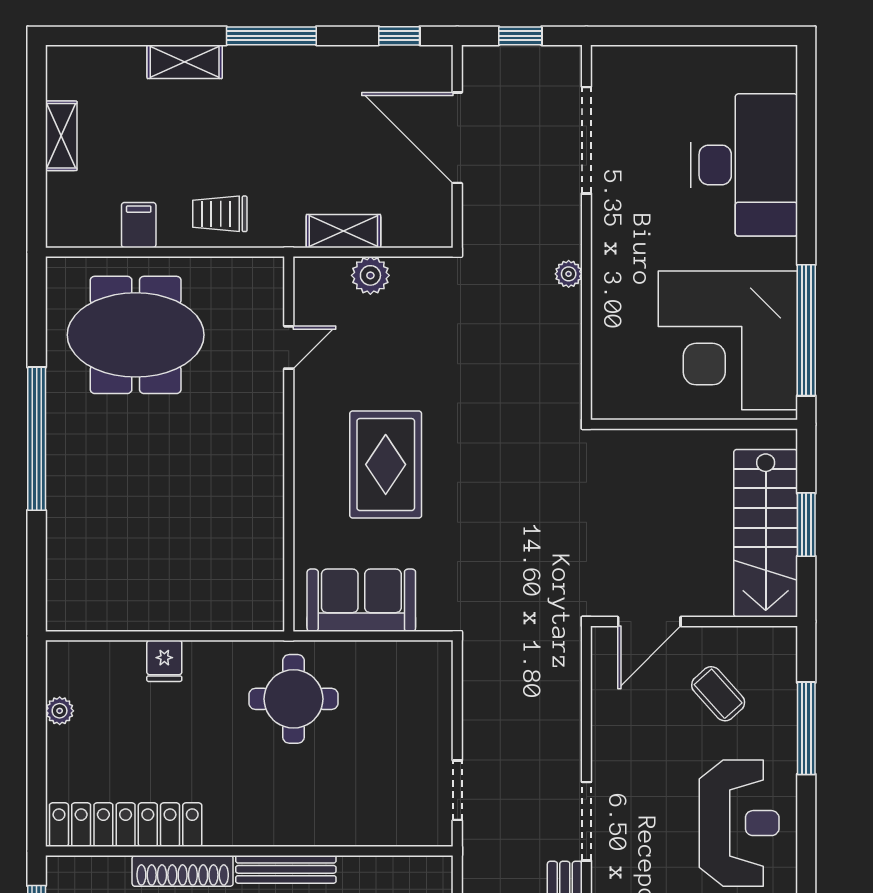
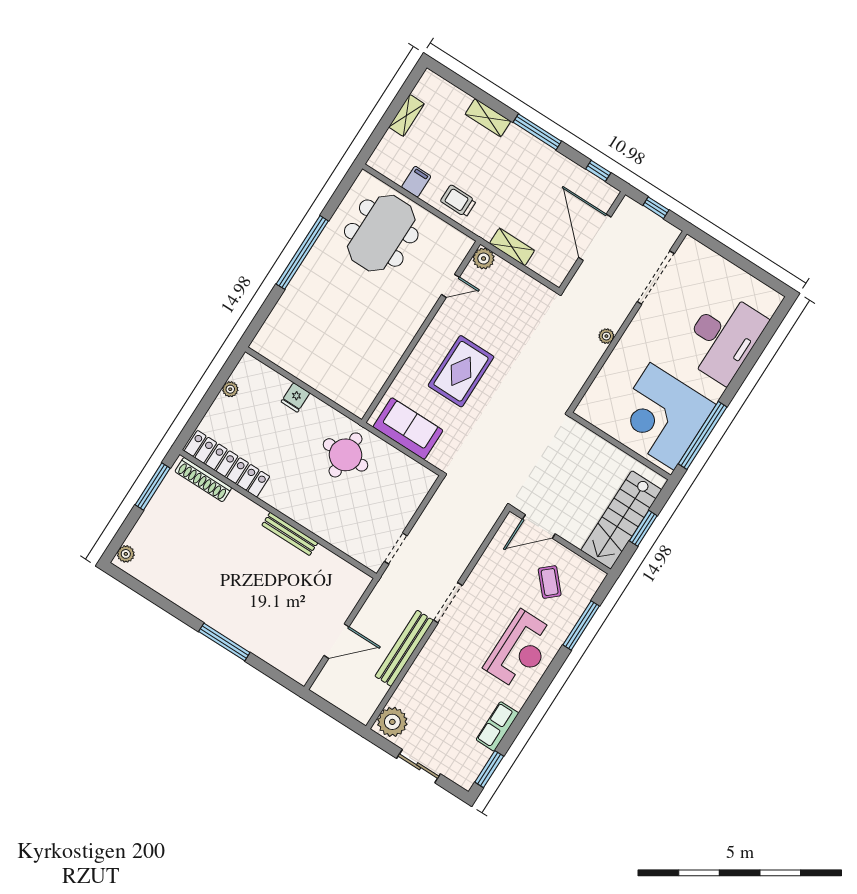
plant: (370, 275) -> (484, 259), moved
meeting table: (136, 335) -> (381, 233), turned 90
shoe rack: (183, 871) -> (203, 480), moved

